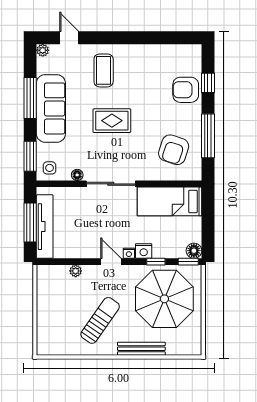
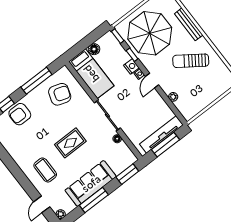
coffee table: (104, 70) -> (45, 170), turned 90
armchair: (186, 90) -> (20, 114), turned 90
rug: (112, 121) -> (70, 143), turned 90
side table: (50, 168) -> (125, 158), removed
floor lamp: (194, 251) -> (94, 49), moved

